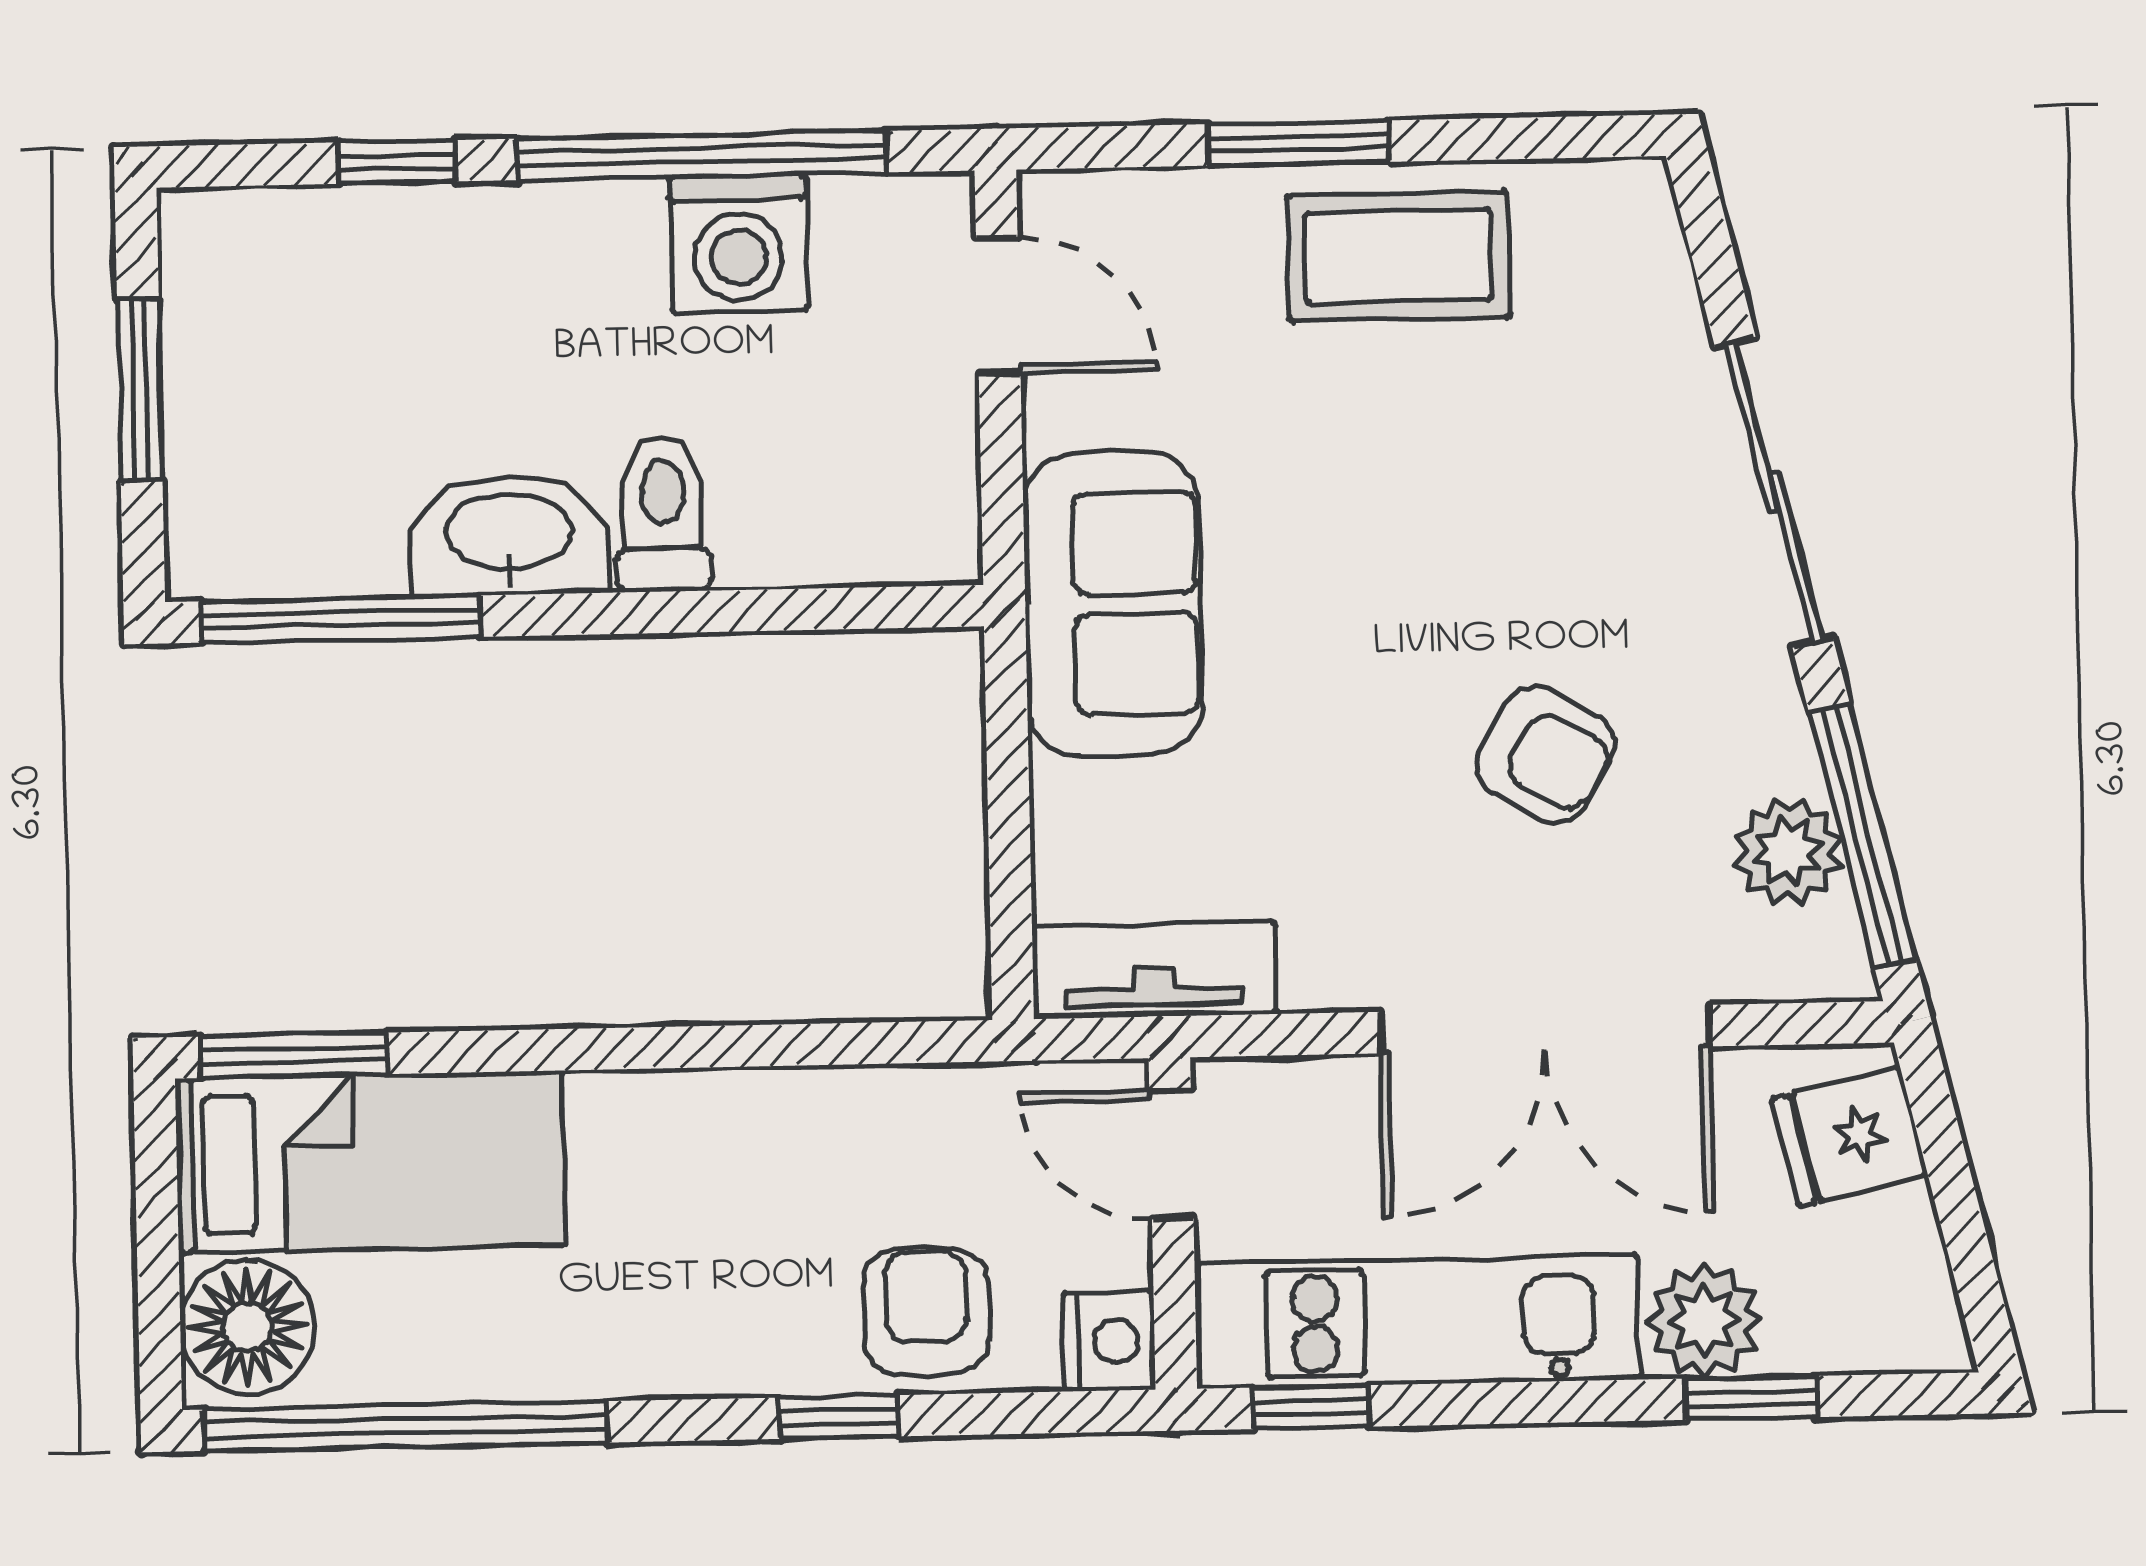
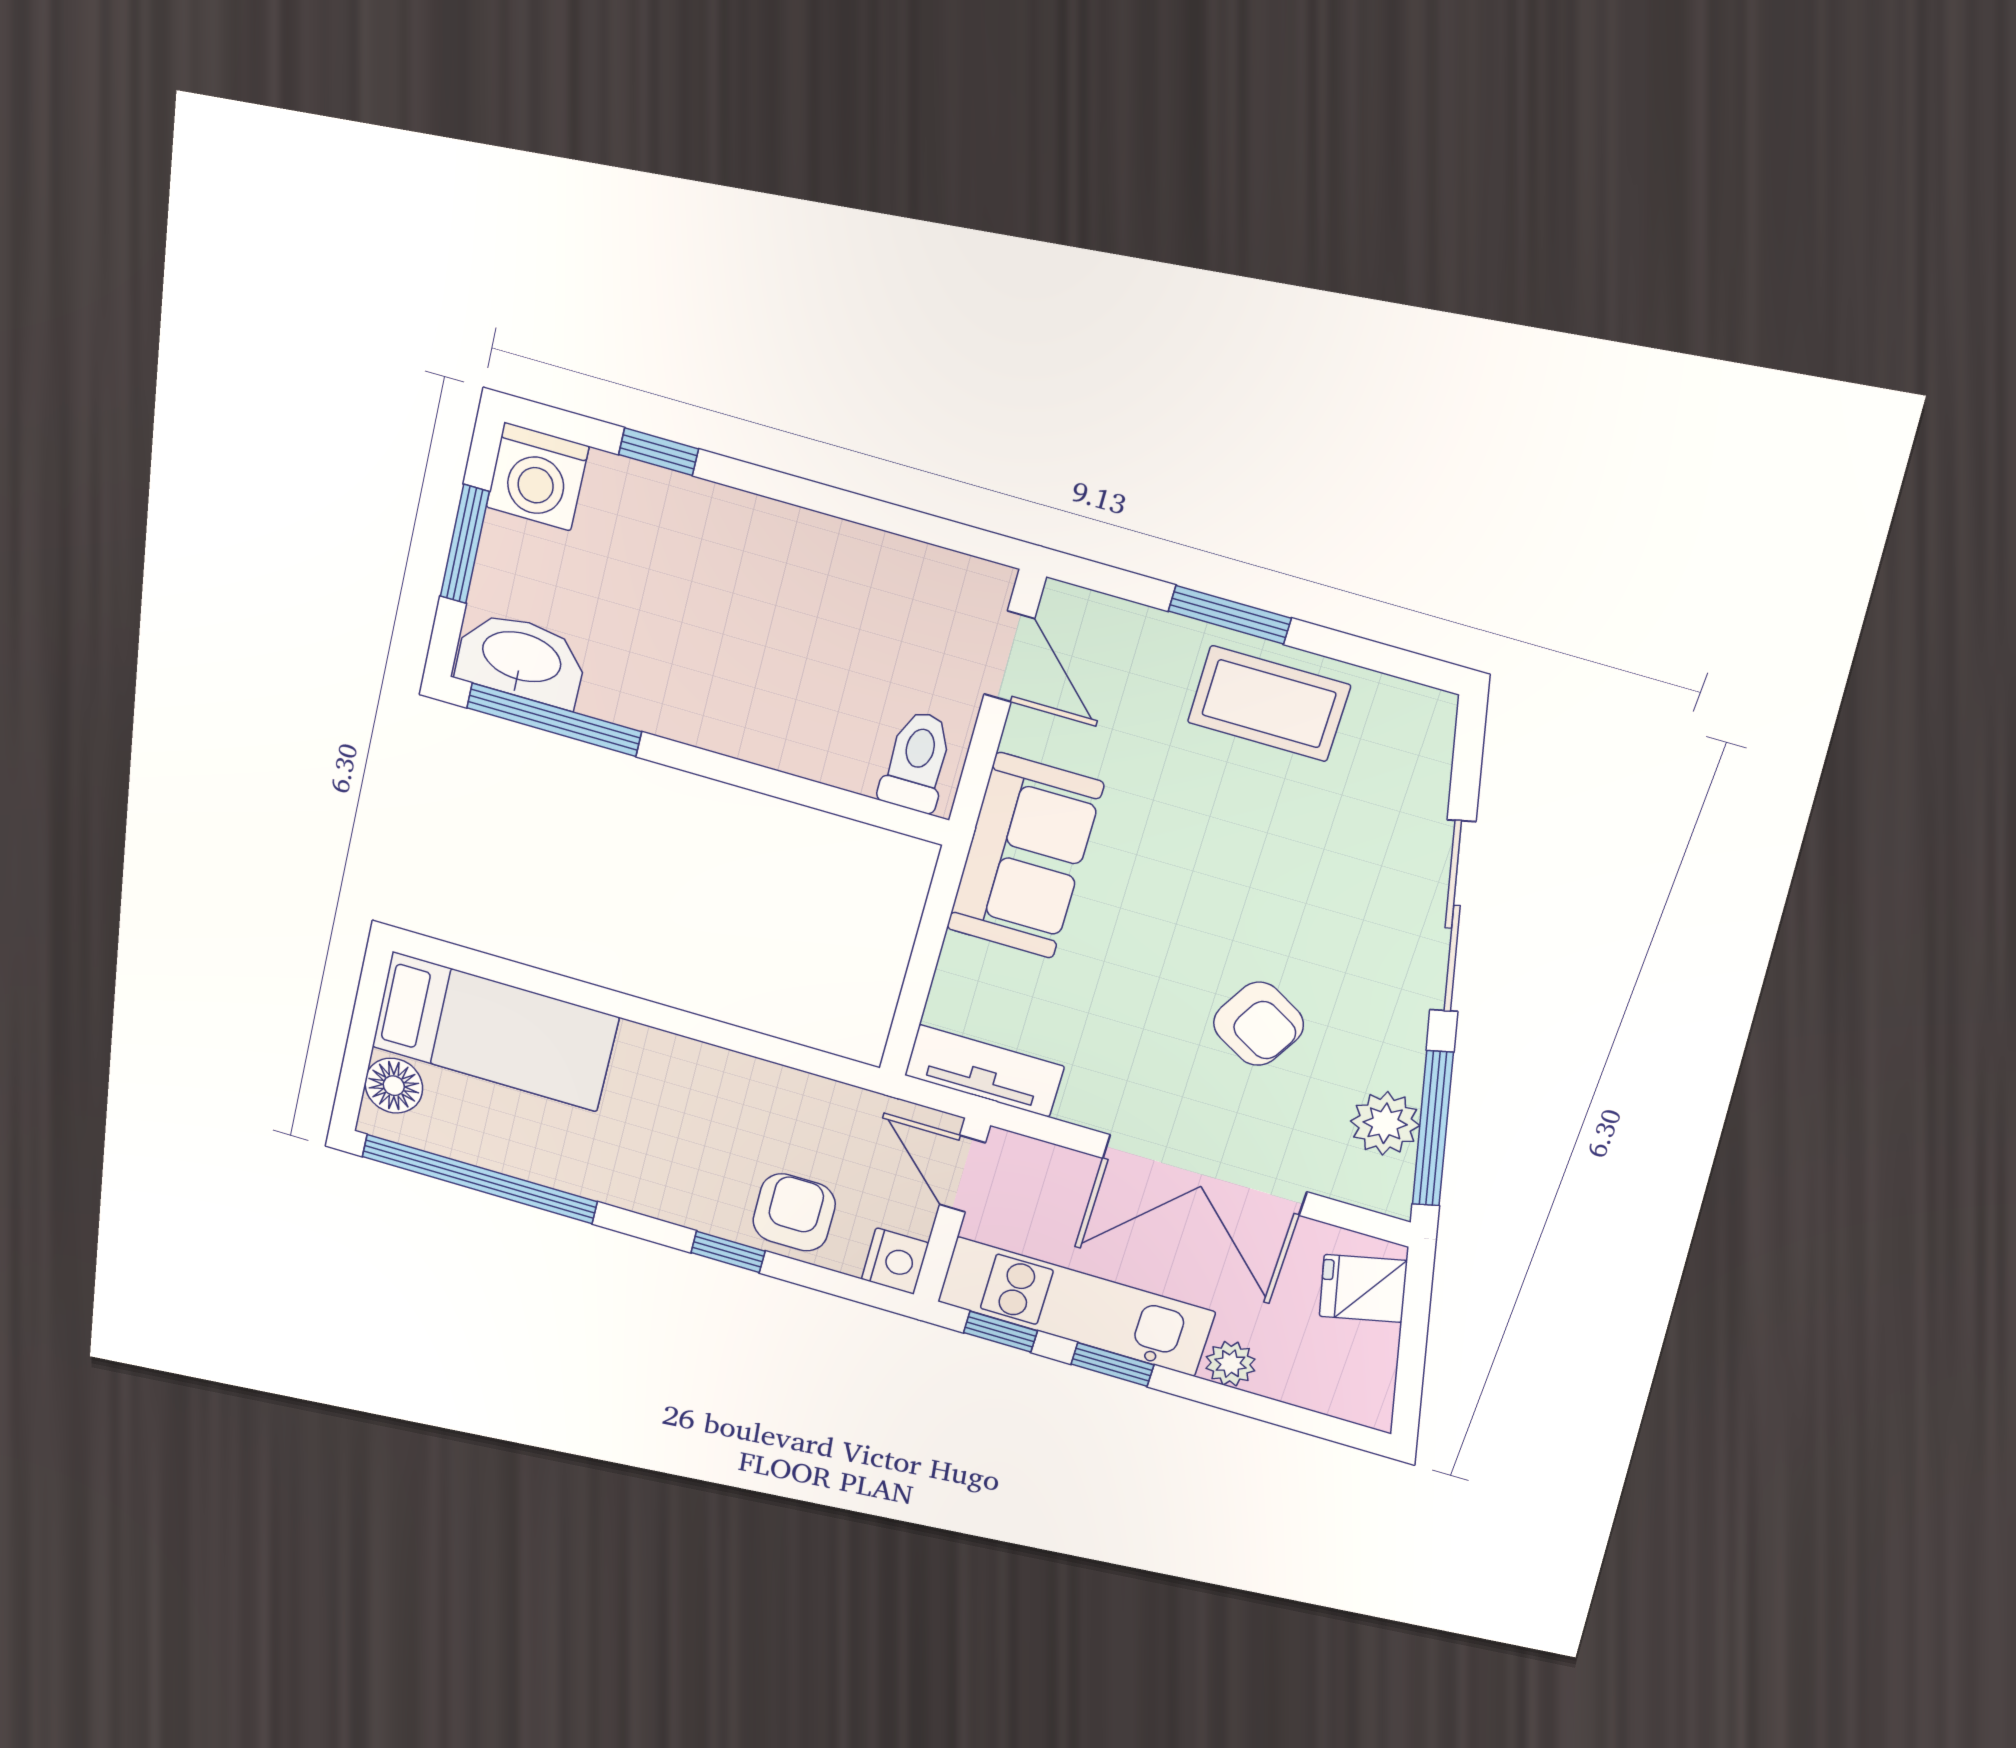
window: (702, 156) -> (851, 507), removed
washing machine: (738, 243) -> (537, 477), moved
toilet: (663, 514) -> (917, 761), moved
washbasin: (509, 535) -> (521, 659), moved
window: (293, 1055) -> (465, 960), removed
plant: (1704, 1321) -> (1230, 1364), width x0.73, depth x0.73
floor lamp: (247, 1327) -> (394, 1086), width x0.73, depth x0.73
window: (1751, 1398) -> (1112, 1365), moved

